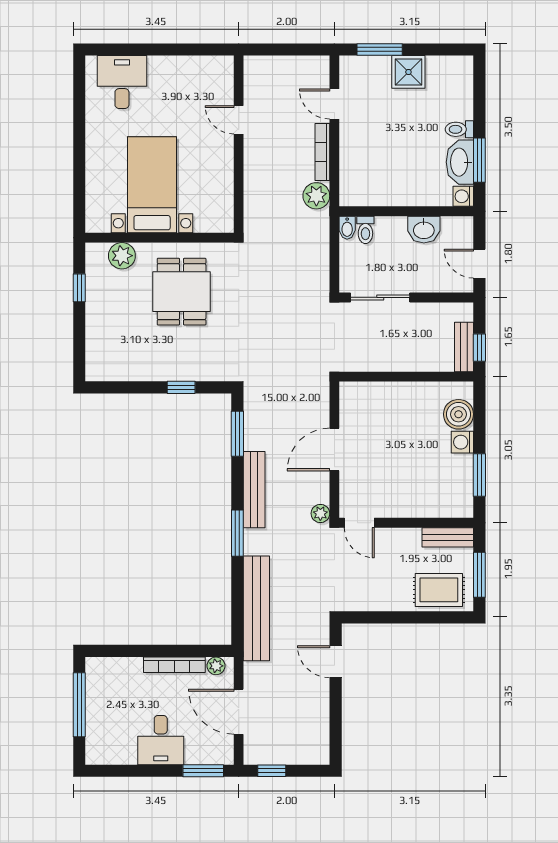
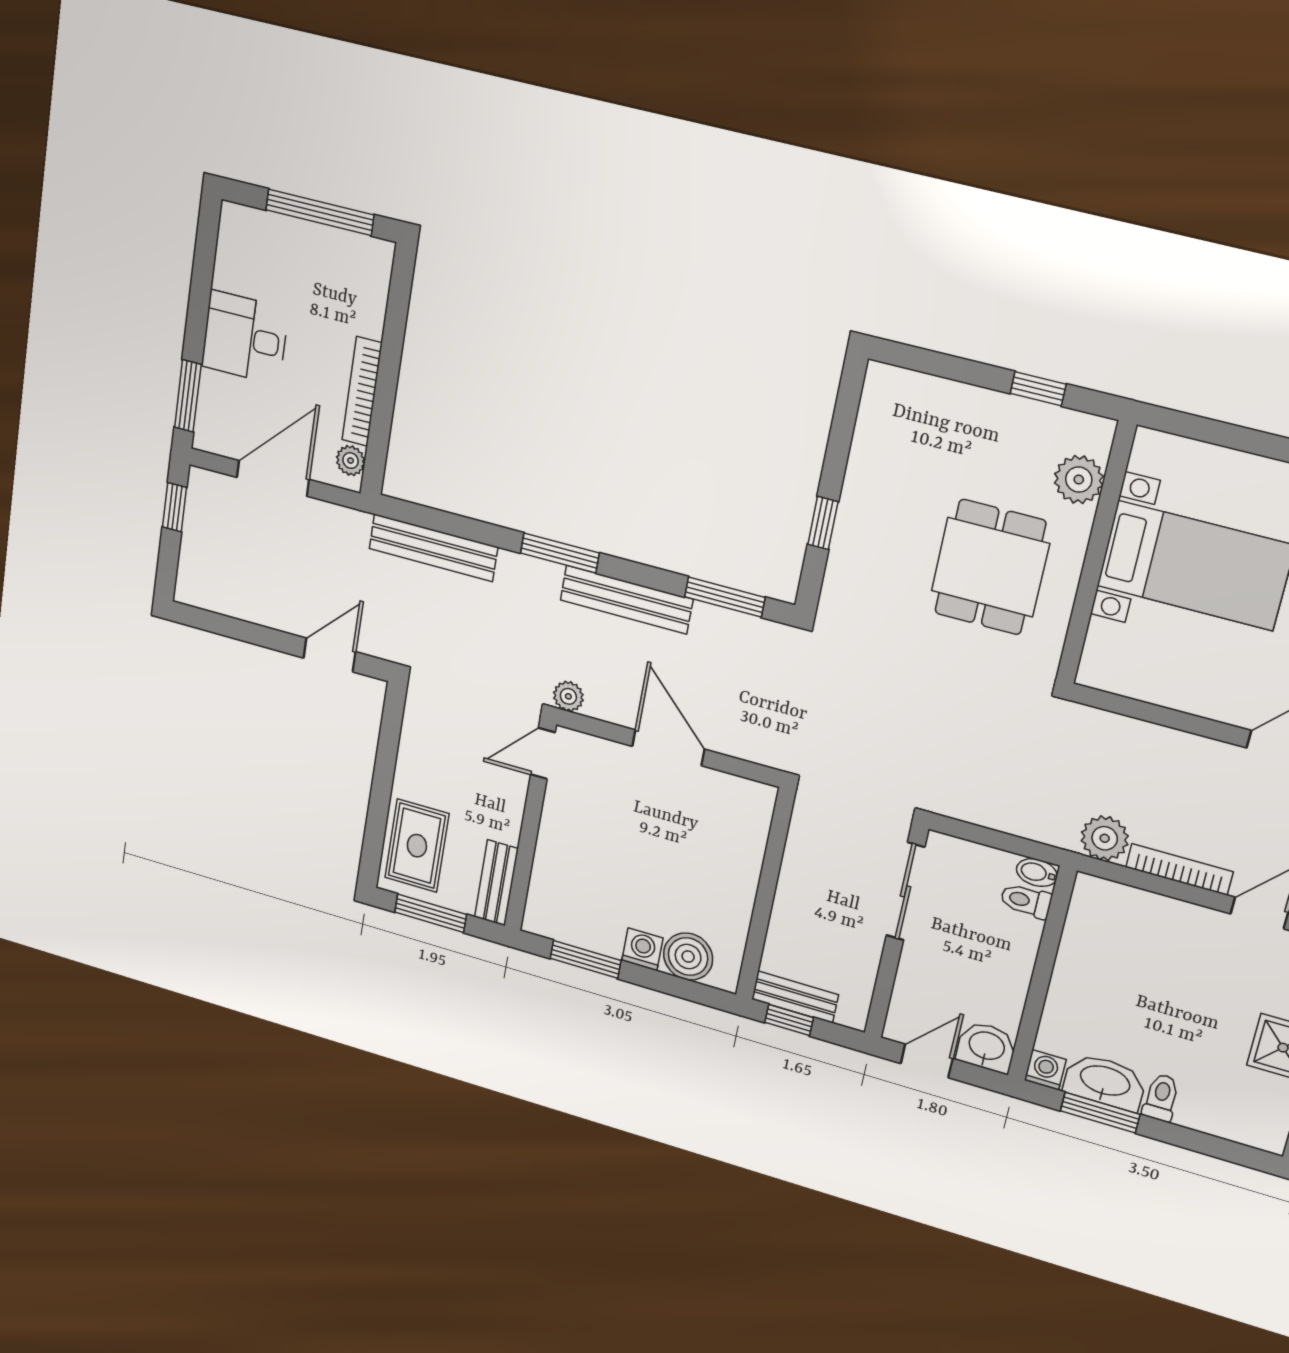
washbasin: (424, 230) -> (986, 1047), moved, turned 90
dining table: (182, 292) -> (990, 567), turned 90
bench: (256, 608) -> (433, 548), width x0.73, depth x0.82

